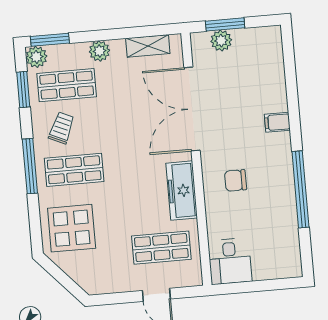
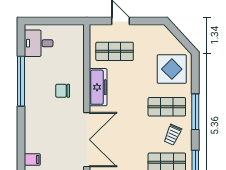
filing cabinet: (277, 122) -> (32, 159), moved
chair: (236, 180) -> (63, 91), turned 180
desk: (230, 261) -> (39, 43), moved, turned -90

